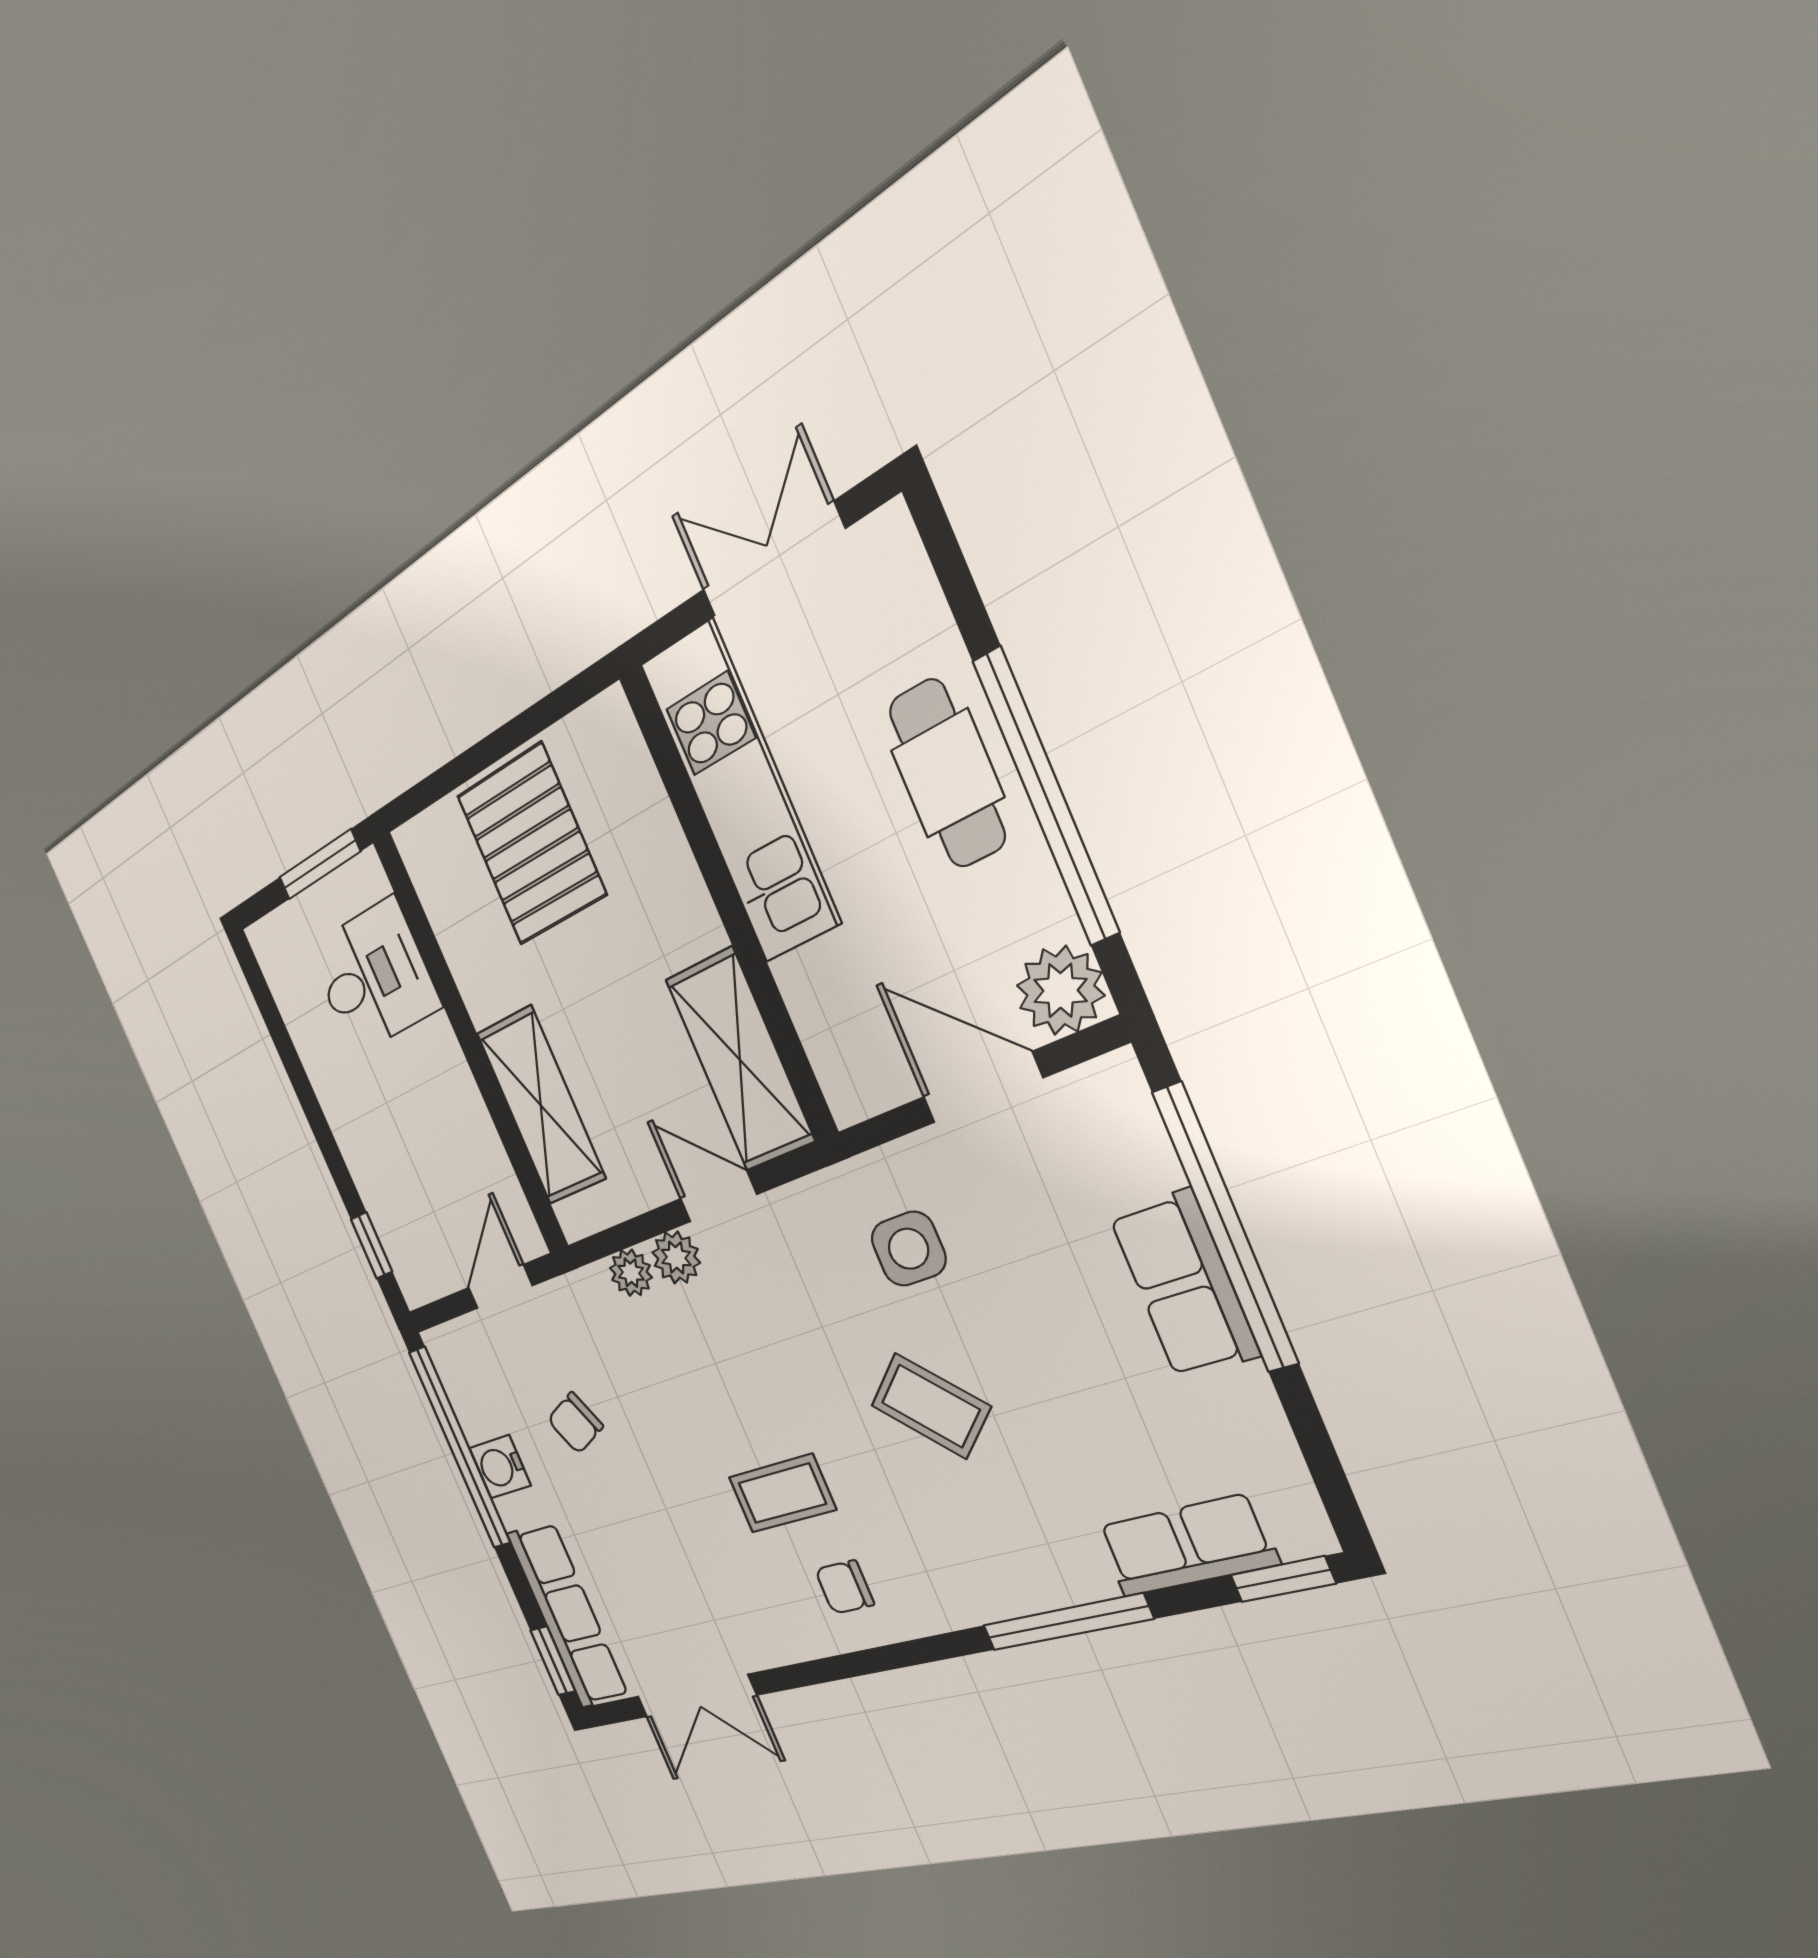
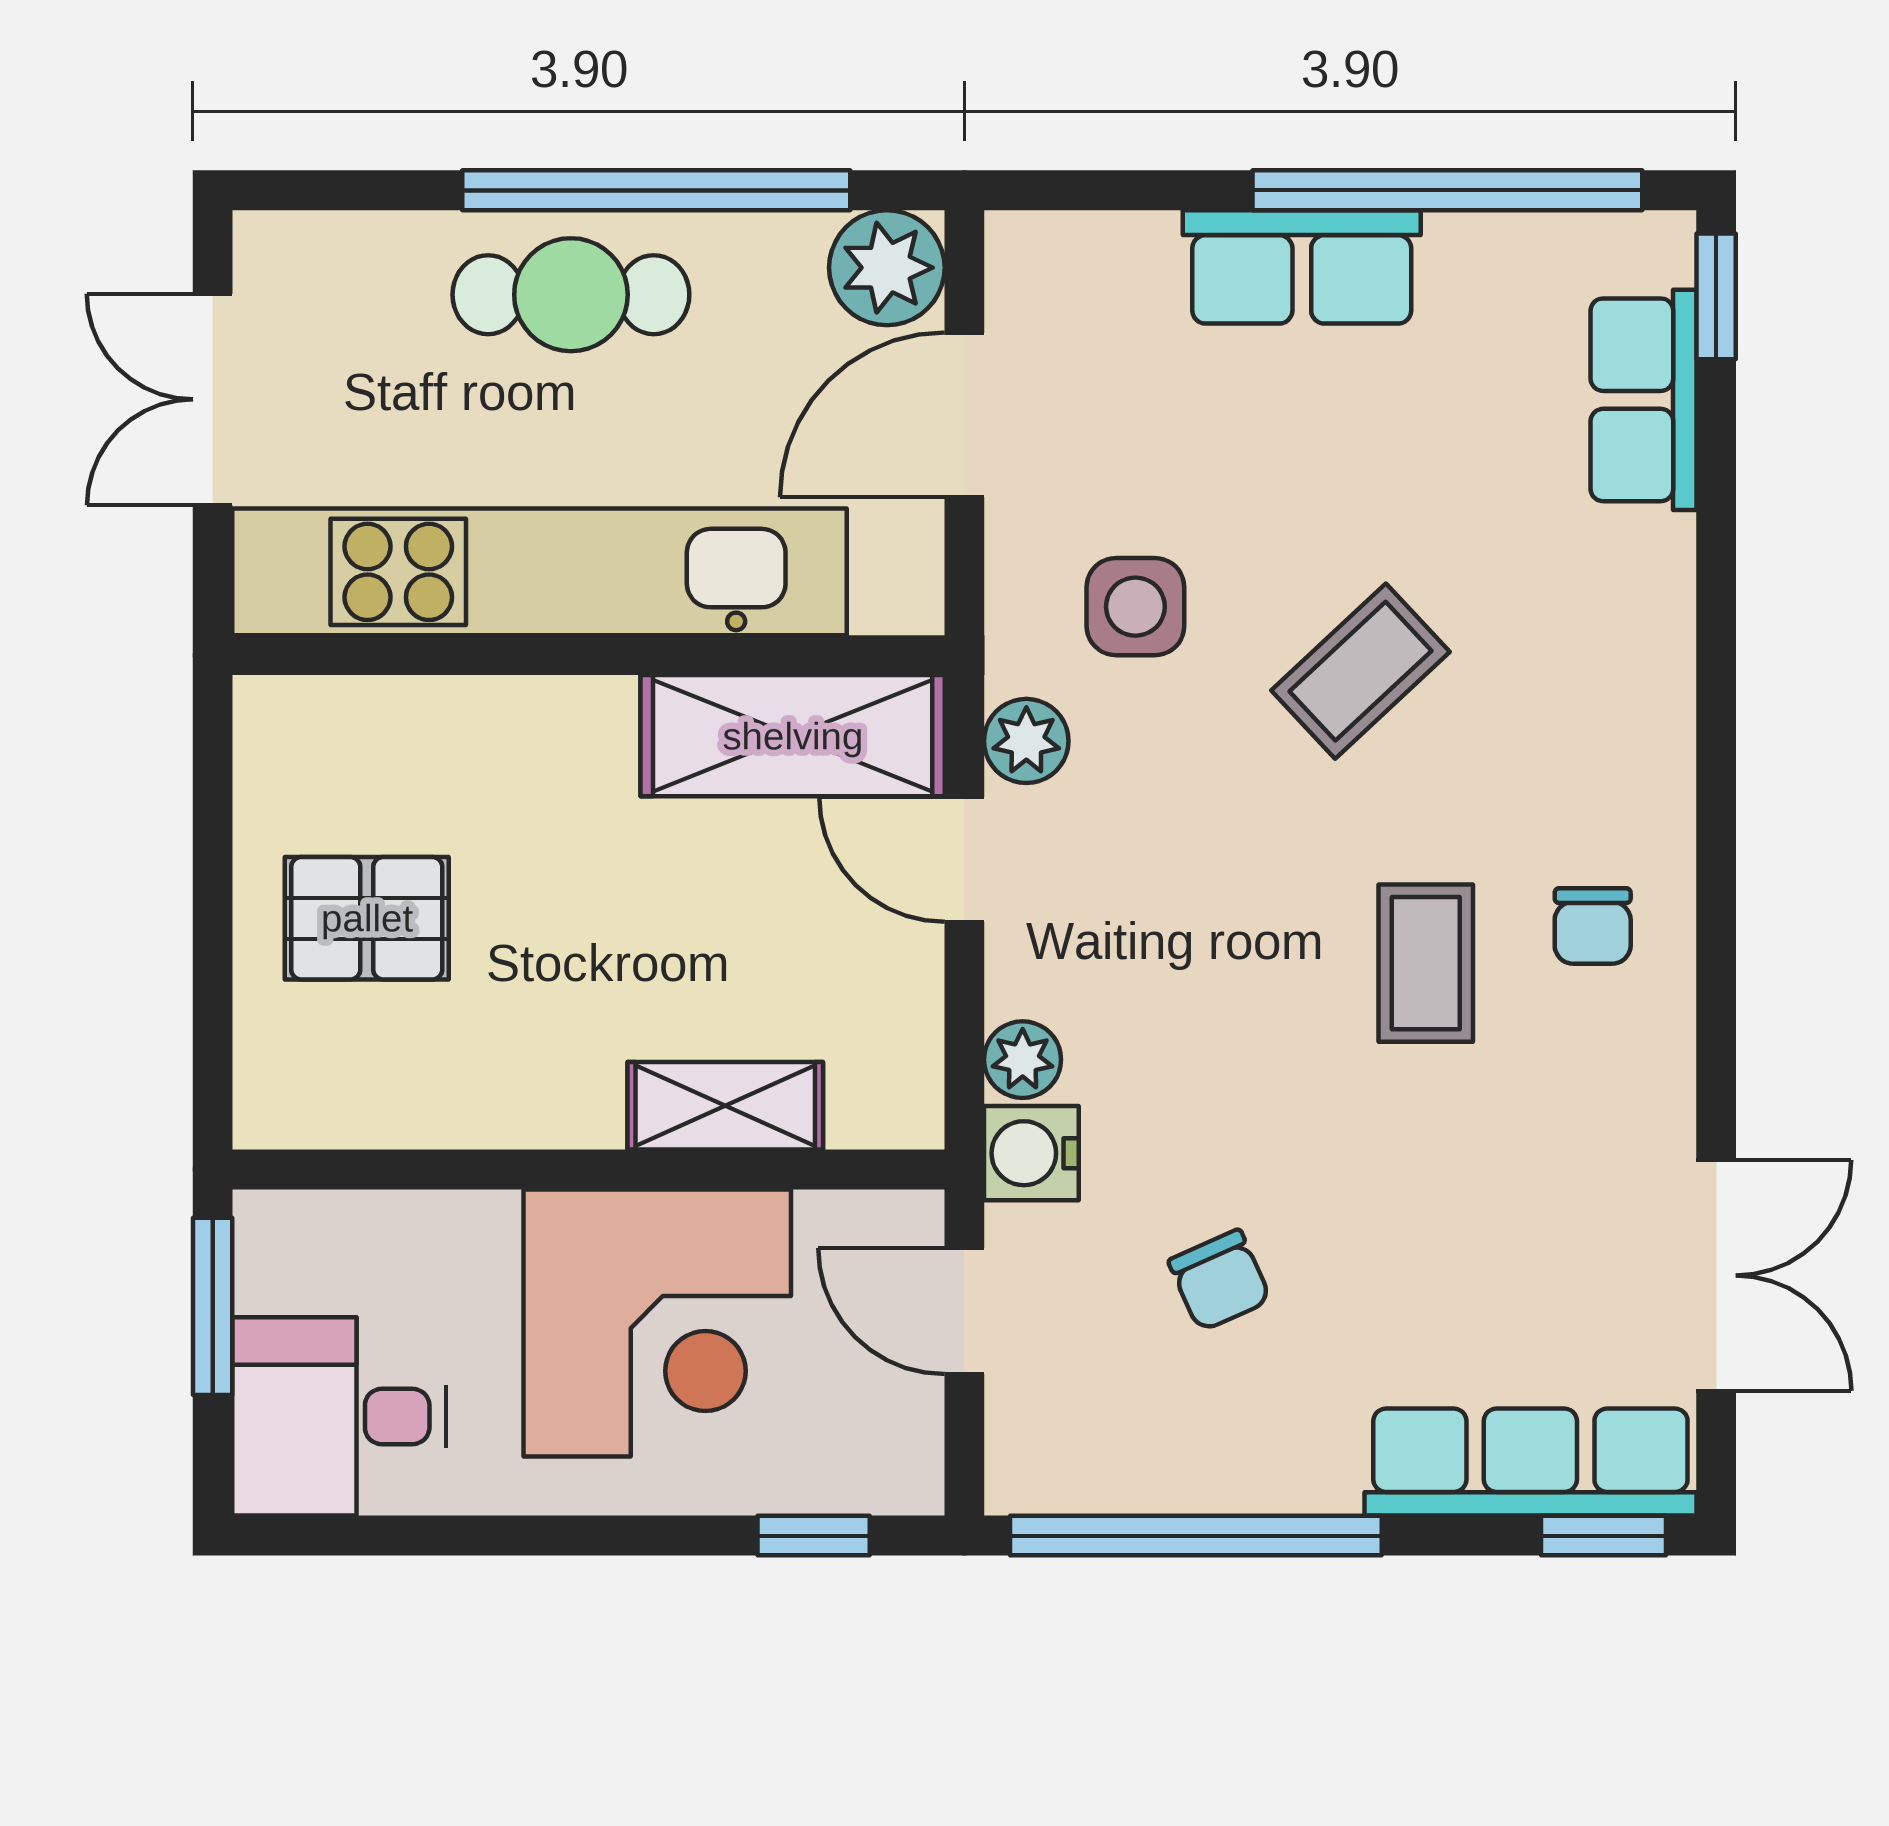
kitchen unit: (740, 793) -> (540, 572), width x1.36
pallet: (531, 845) -> (367, 918), width x0.67, depth x0.71
desk: (374, 977) -> (339, 1416), moved, turned -90
shelving: (541, 1105) -> (725, 1106), width x0.67, depth x0.75
corner desk: (421, 1118) -> (657, 1323), added
door: (718, 1197) -> (964, 859), hinge flipped
window: (1225, 1228) -> (1447, 190), moved
plant: (676, 1257) -> (1026, 741), moved
water cooler: (500, 1467) -> (1031, 1153), moved, turned 90
window: (1067, 1622) -> (1716, 607), removed

